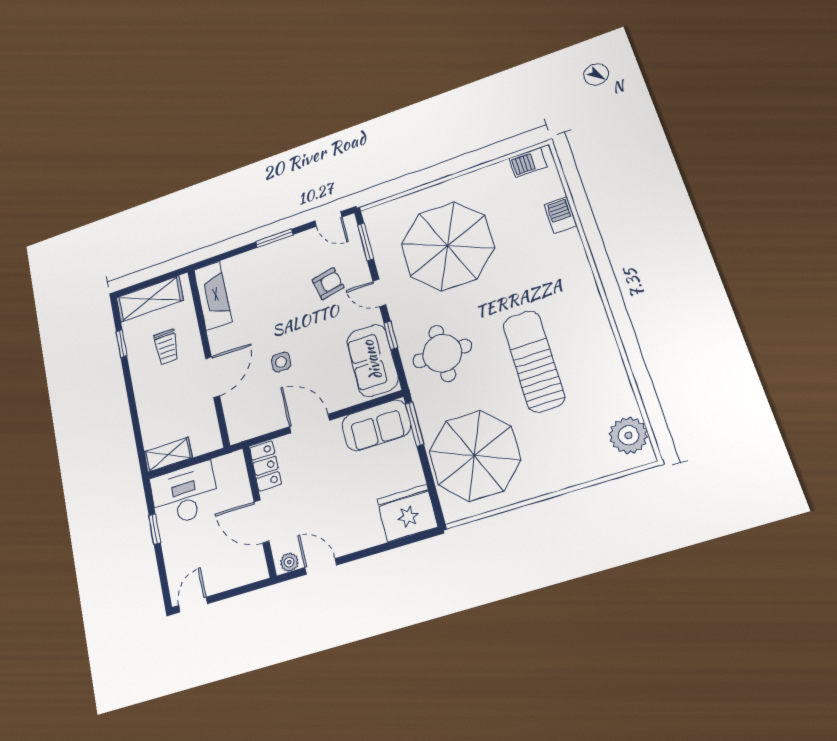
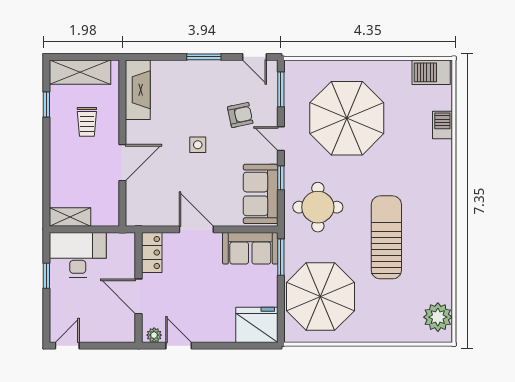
barbecue: (528, 162) -> (431, 72), width x1.38, depth x1.27
side table: (281, 362) -> (198, 145), moved

